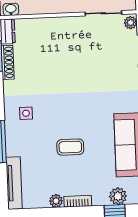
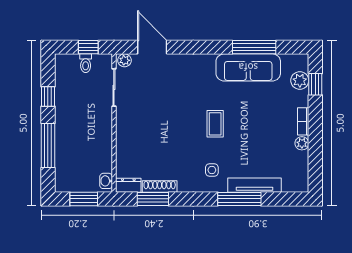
coffee table: (70, 147) -> (215, 124), moved
tv unit: (14, 183) -> (255, 185), moved

